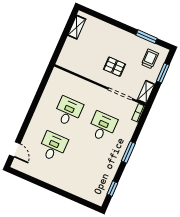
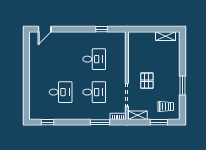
window: (147, 37) -> (183, 86), moved
window: (40, 90) -> (101, 29), added
desk: (53, 147) -> (61, 92), moved
window: (128, 152) -> (100, 122), moved

